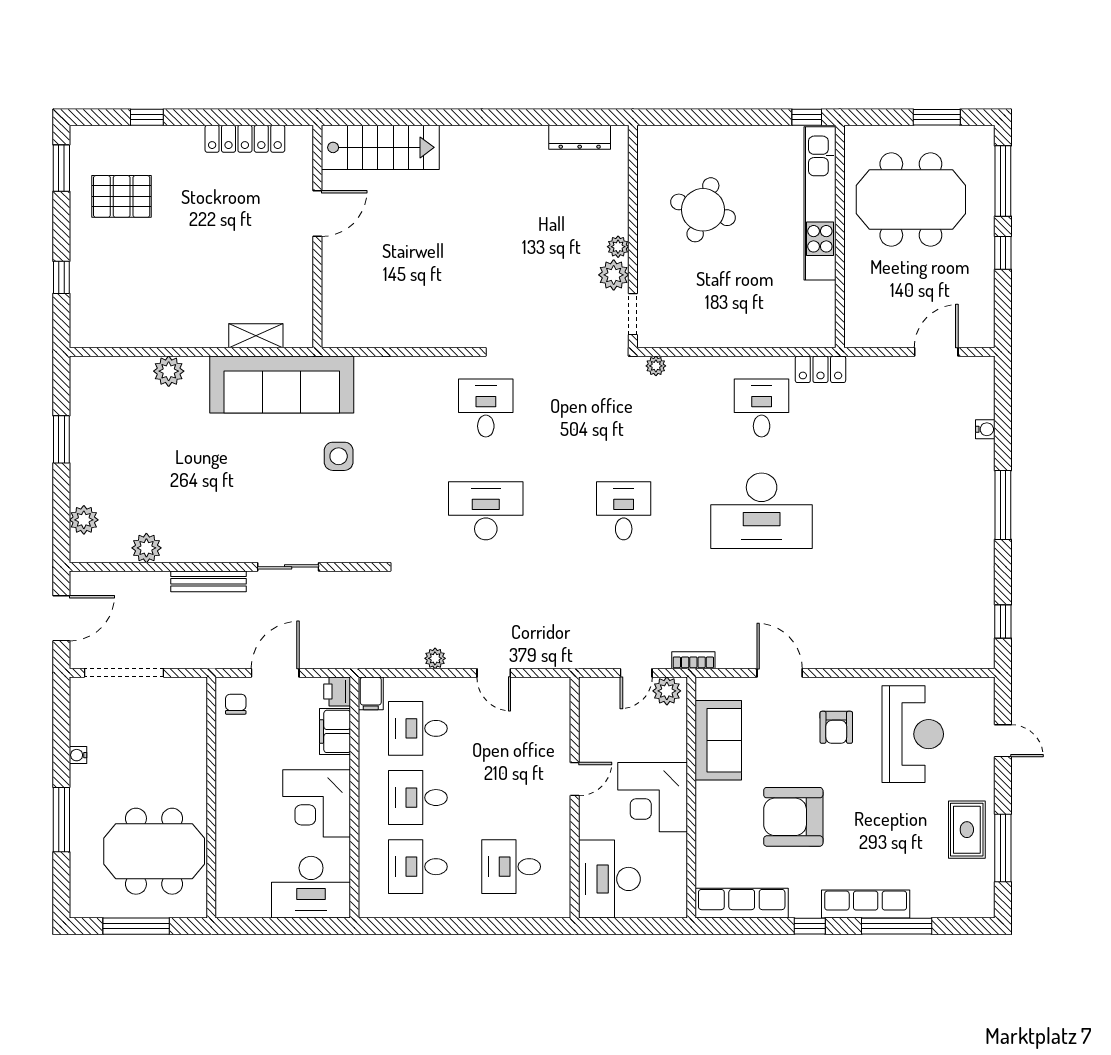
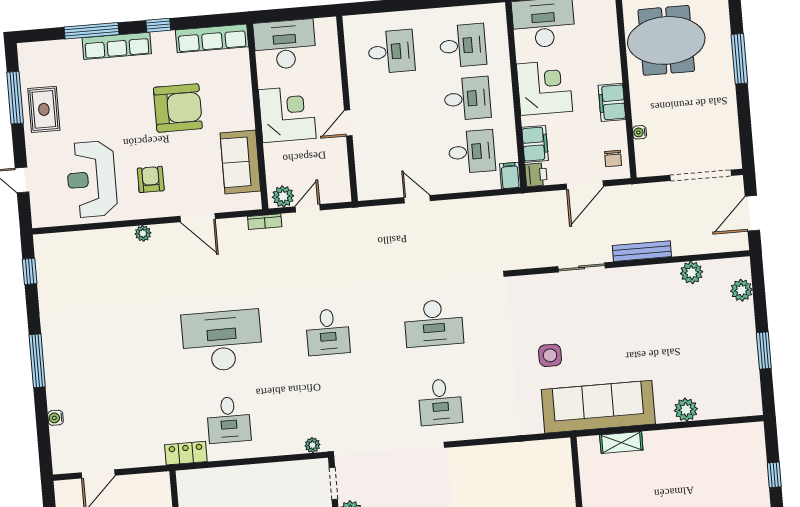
plant: (435, 658) -> (143, 233), moved
water cooler: (78, 755) -> (639, 132), moved, turned 180
filing cabinet: (231, 777) -> (612, 102), added
desk: (609, 879) -> (285, 44), moved, turned -90

